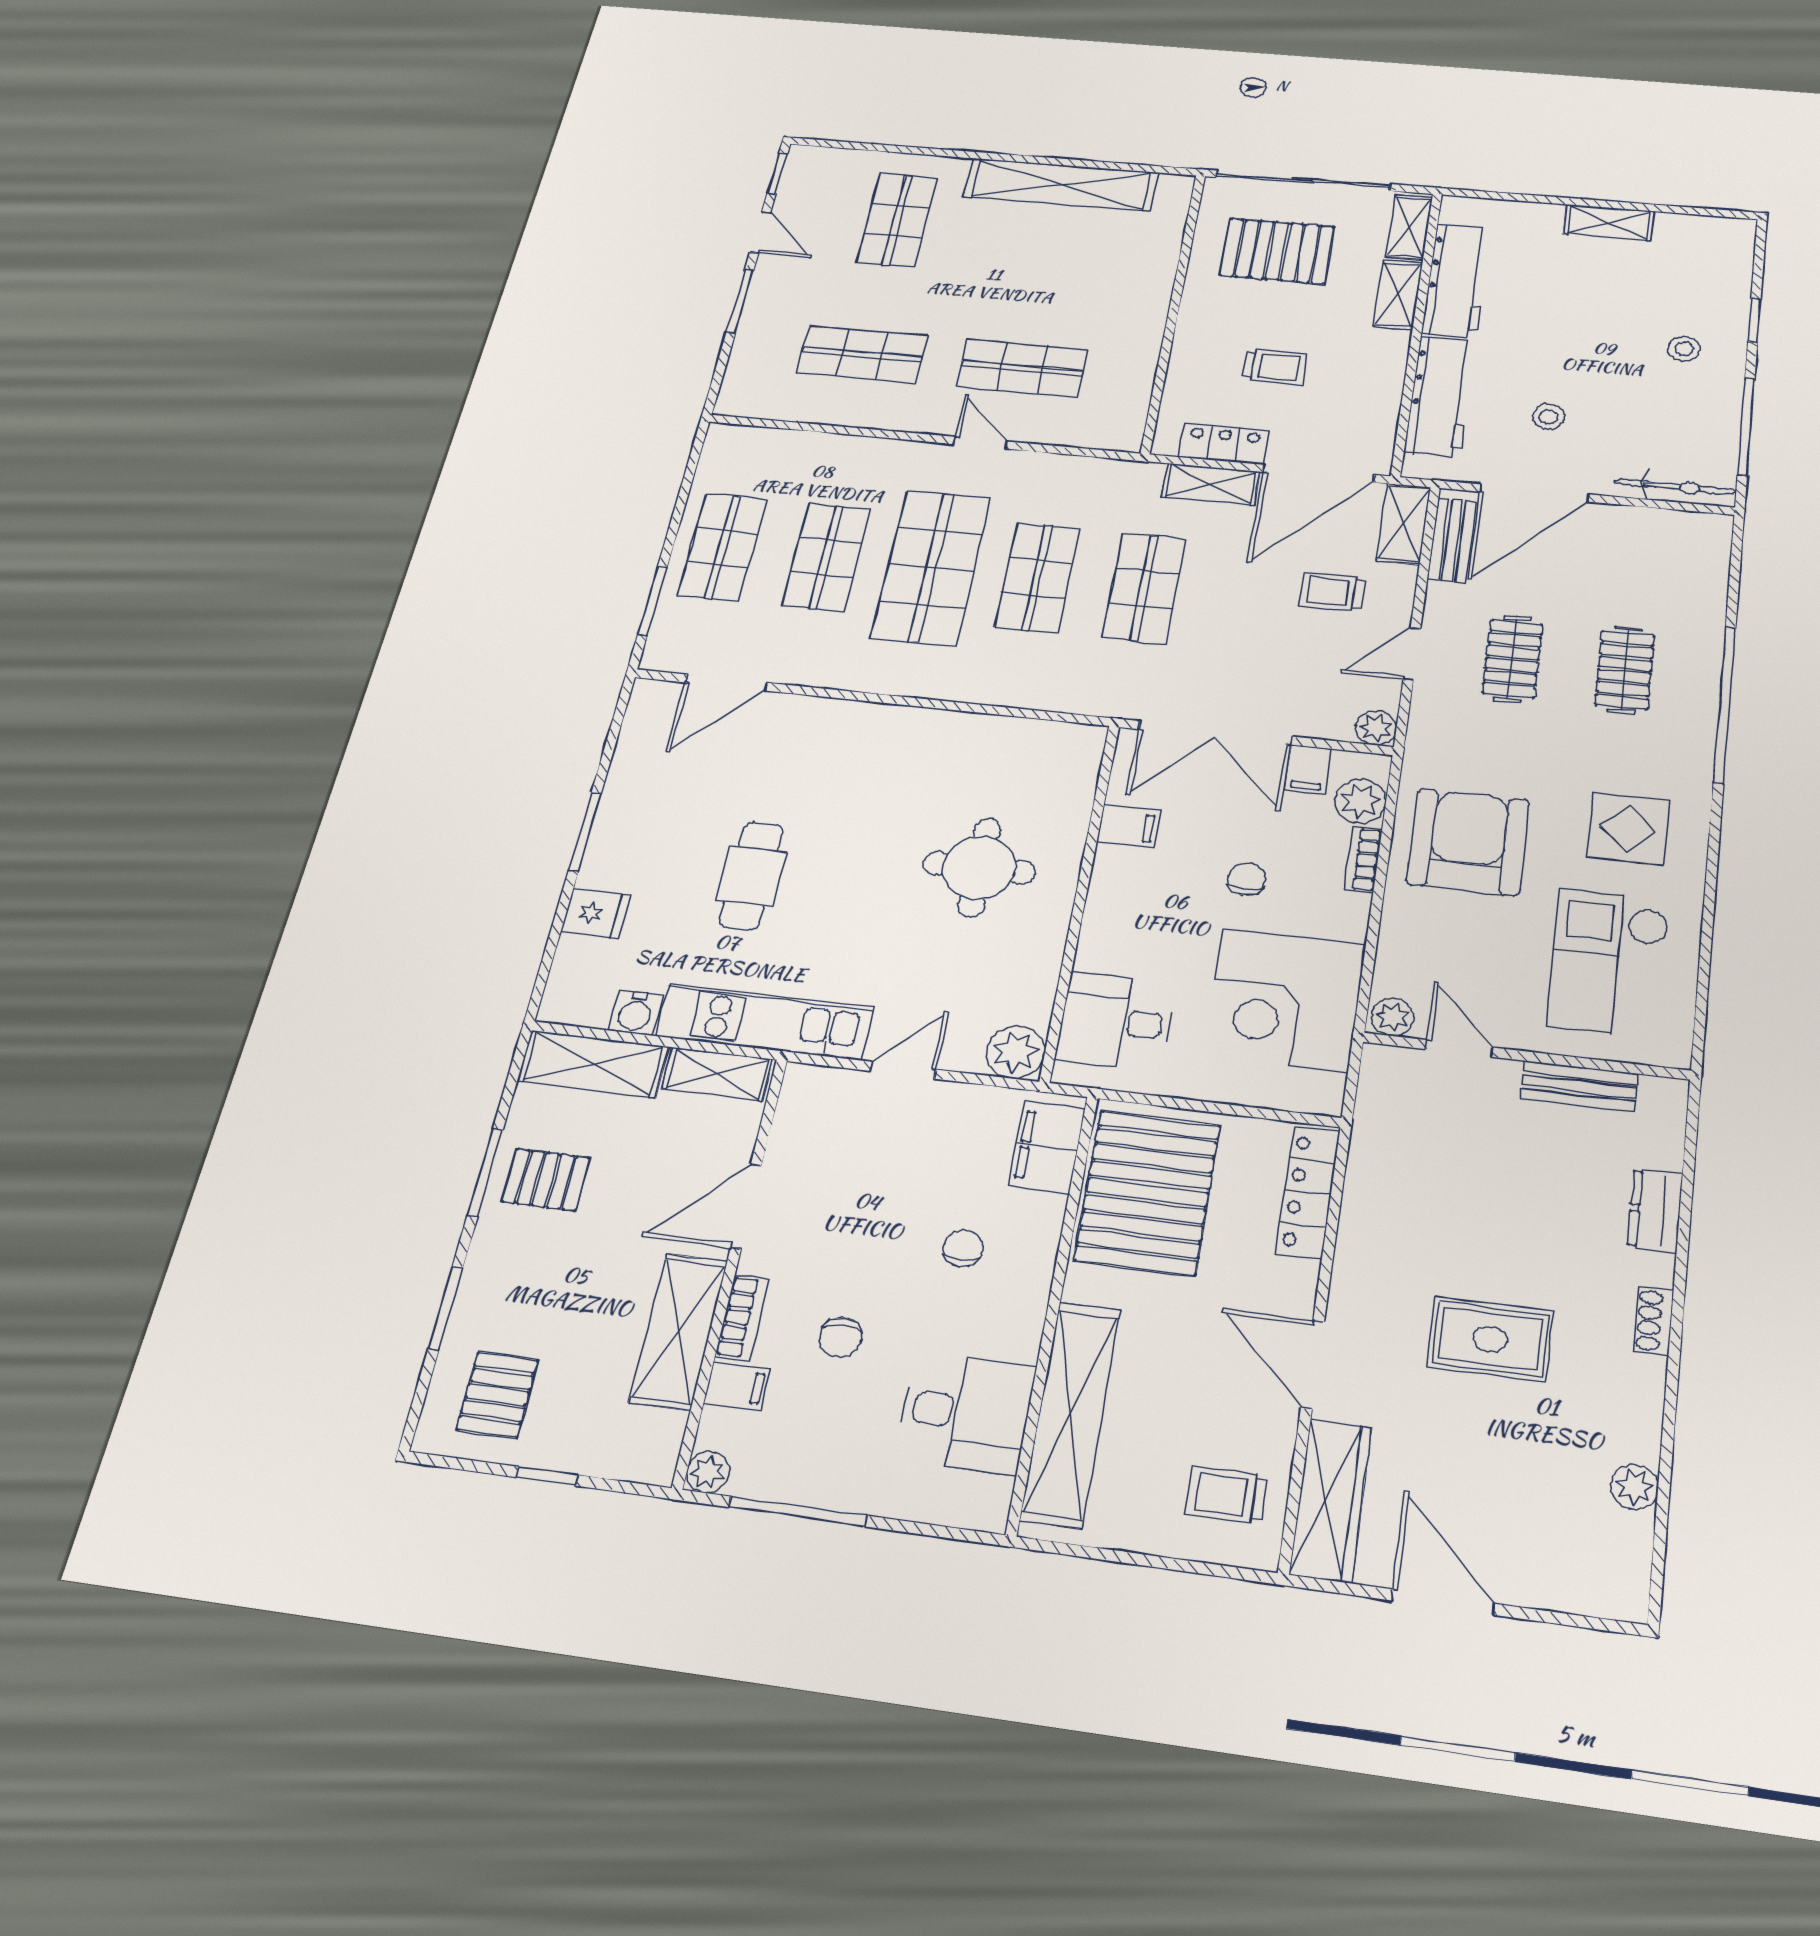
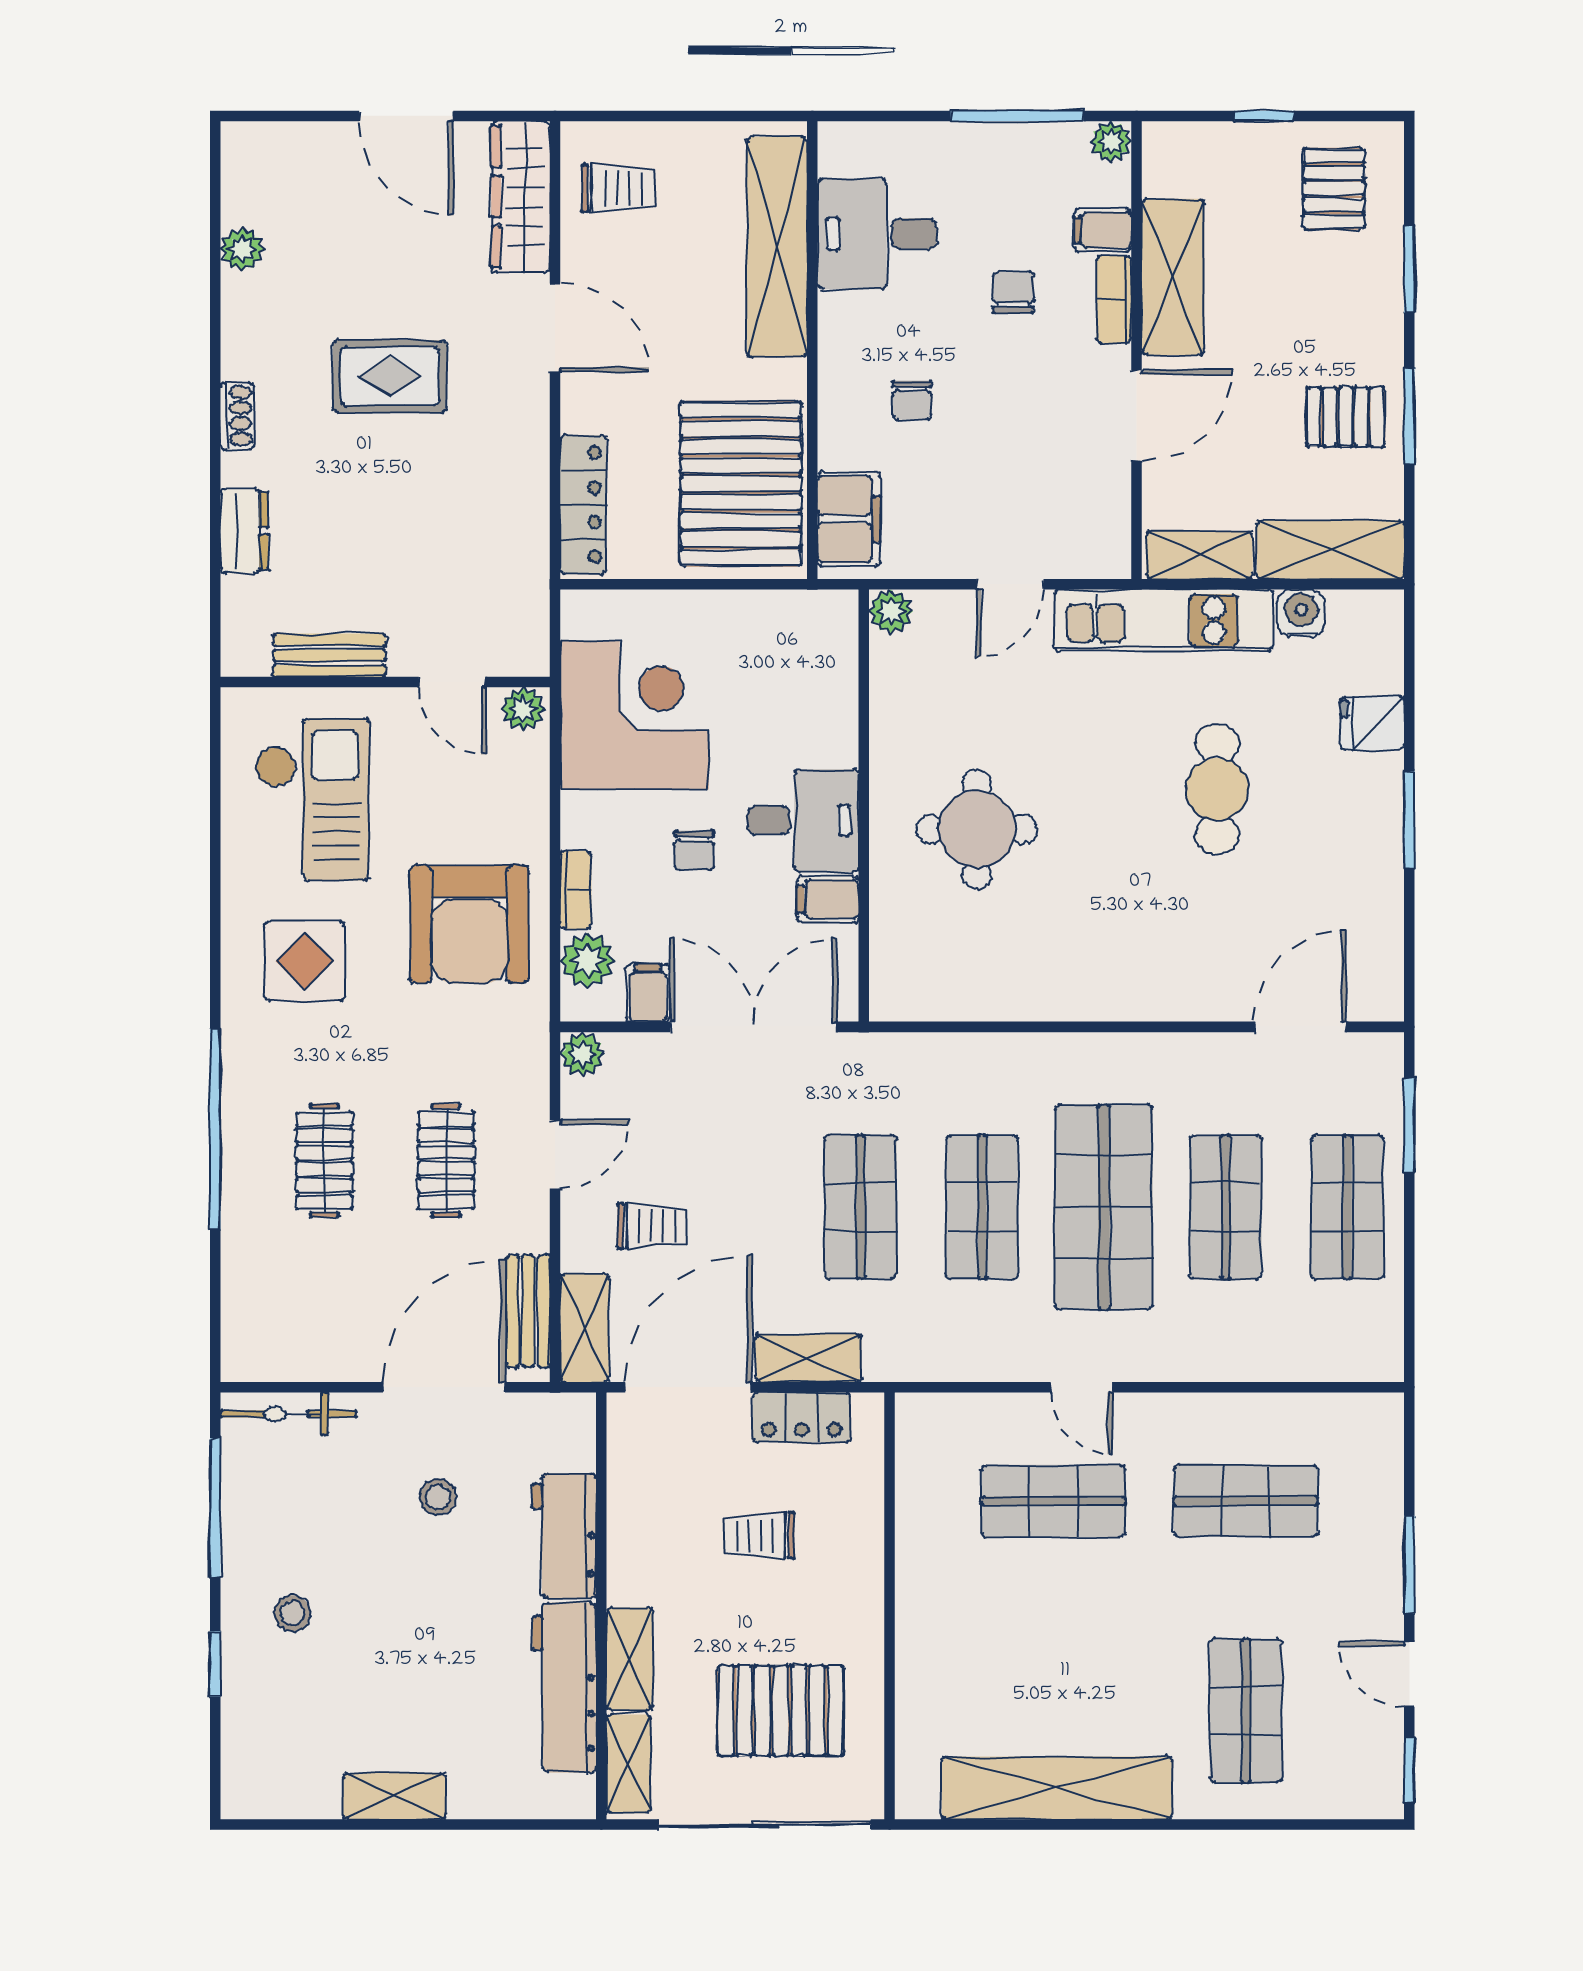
workbench: (1440, 397) -> (564, 1536), width x0.73
desk: (1116, 1021) -> (803, 820), moved
plant: (1016, 1052) -> (891, 611), width x0.73, depth x0.73

